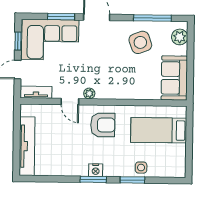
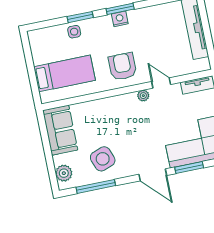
armchair: (103, 125) -> (123, 67), turned 90

